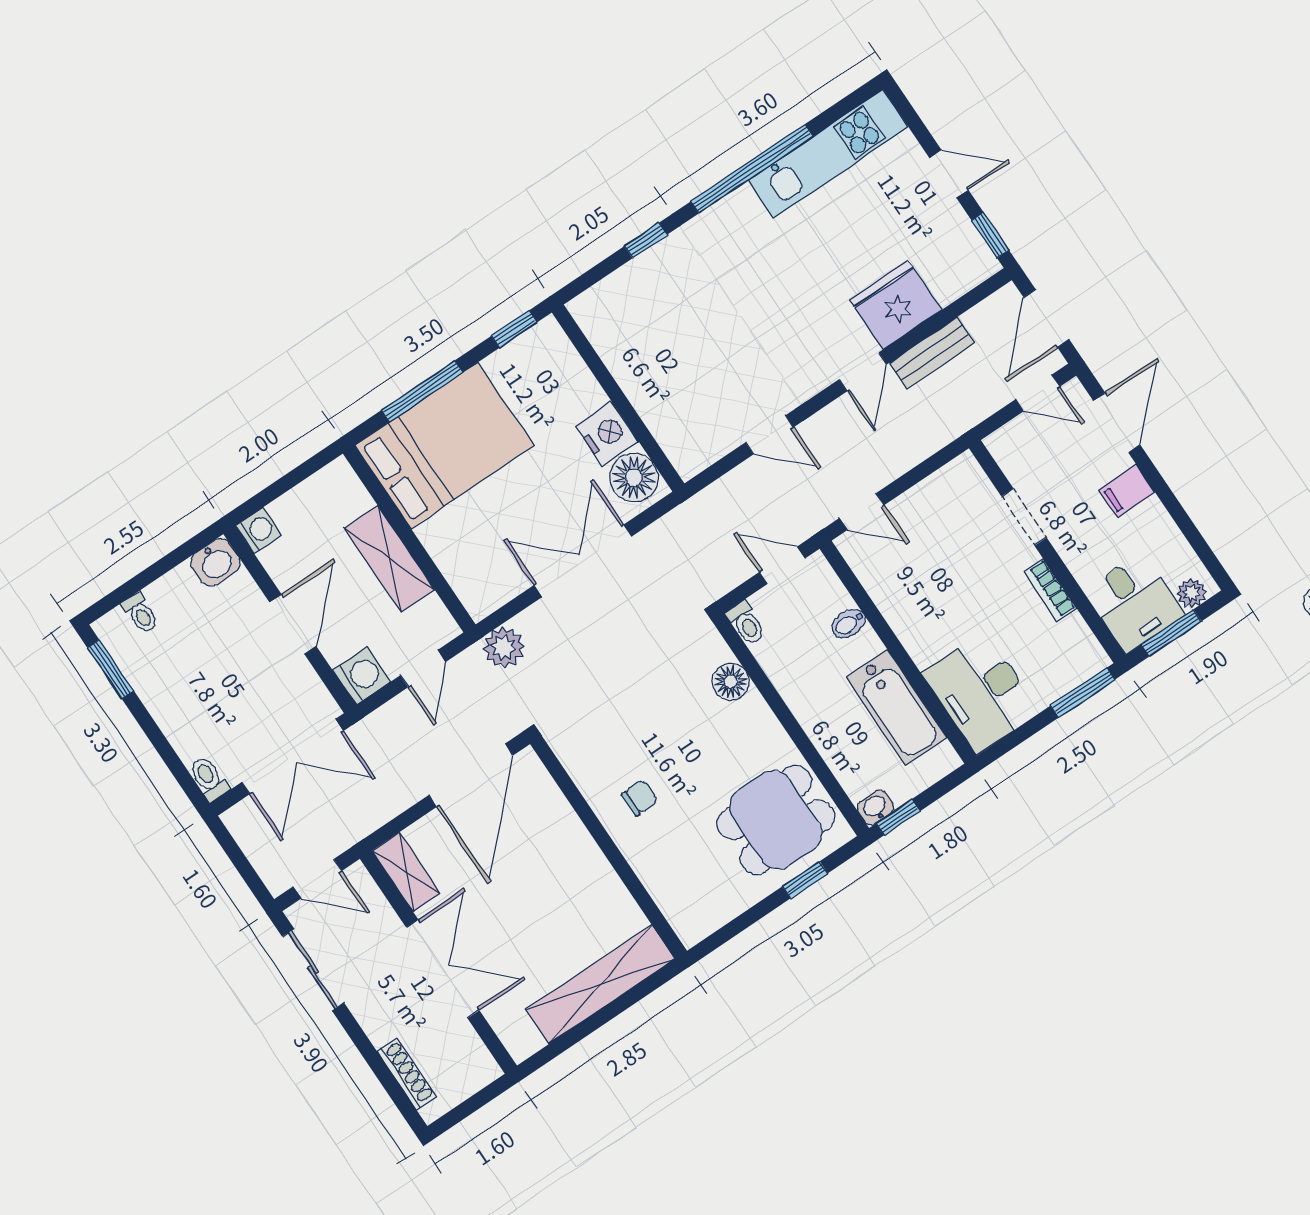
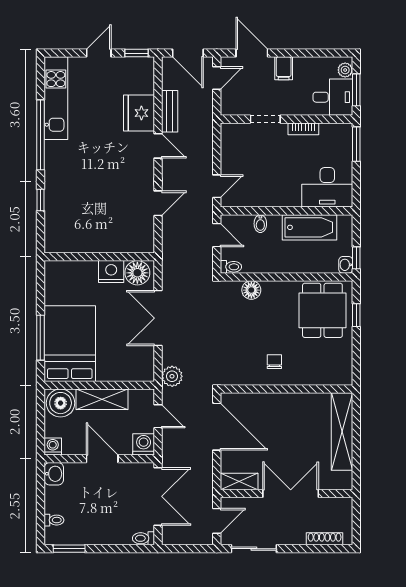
window: (514, 329) -> (40, 281), removed
boiler: (338, 496) -> (61, 403), added
door: (782, 565) -> (217, 235), swing flipped

